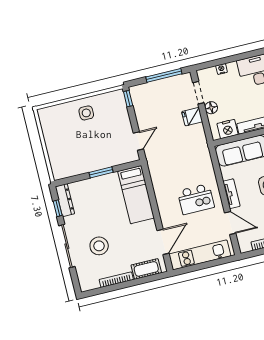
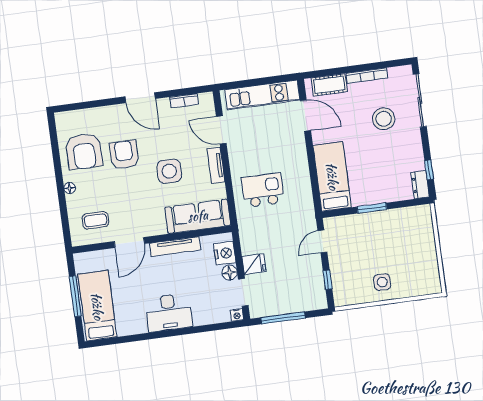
nightstand: (222, 69) -> (237, 315), moved
window: (128, 99) -> (328, 280), moved
nightstand: (228, 129) -> (225, 253), moved, turned 90
kitchen island: (196, 199) -> (263, 190), moved
dresser: (65, 200) -> (420, 185), width x0.70
door: (163, 242) -> (305, 116), swing flipped
sliding door: (67, 246) -> (420, 100), moved

